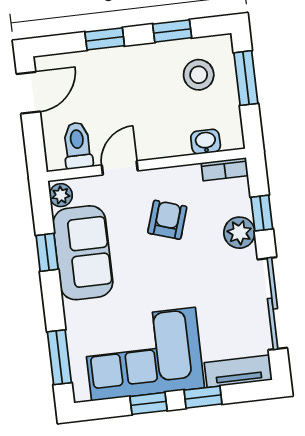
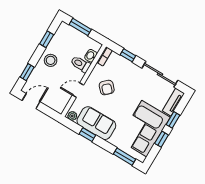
window: (105, 39) -> (27, 72), moved
stool: (199, 75) -> (51, 60), moved
door: (28, 93) -> (31, 101), hinge flipped
toilet: (78, 145) -> (81, 64), moved
door: (120, 168) -> (78, 90), hinge flipped
armchair: (167, 220) -> (107, 88), turned -151
plant: (239, 233) -> (129, 67), removed

